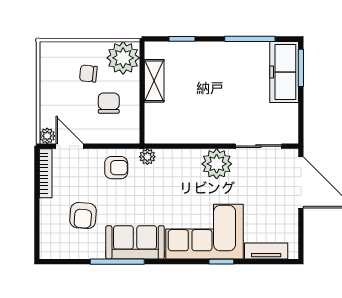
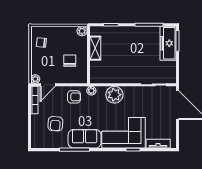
plant: (123, 58) -> (82, 31), width x0.53, depth x0.53
chair: (88, 74) -> (41, 42), moved
door: (70, 146) -> (48, 85), swing flipped
plant: (217, 164) -> (114, 95), moved

